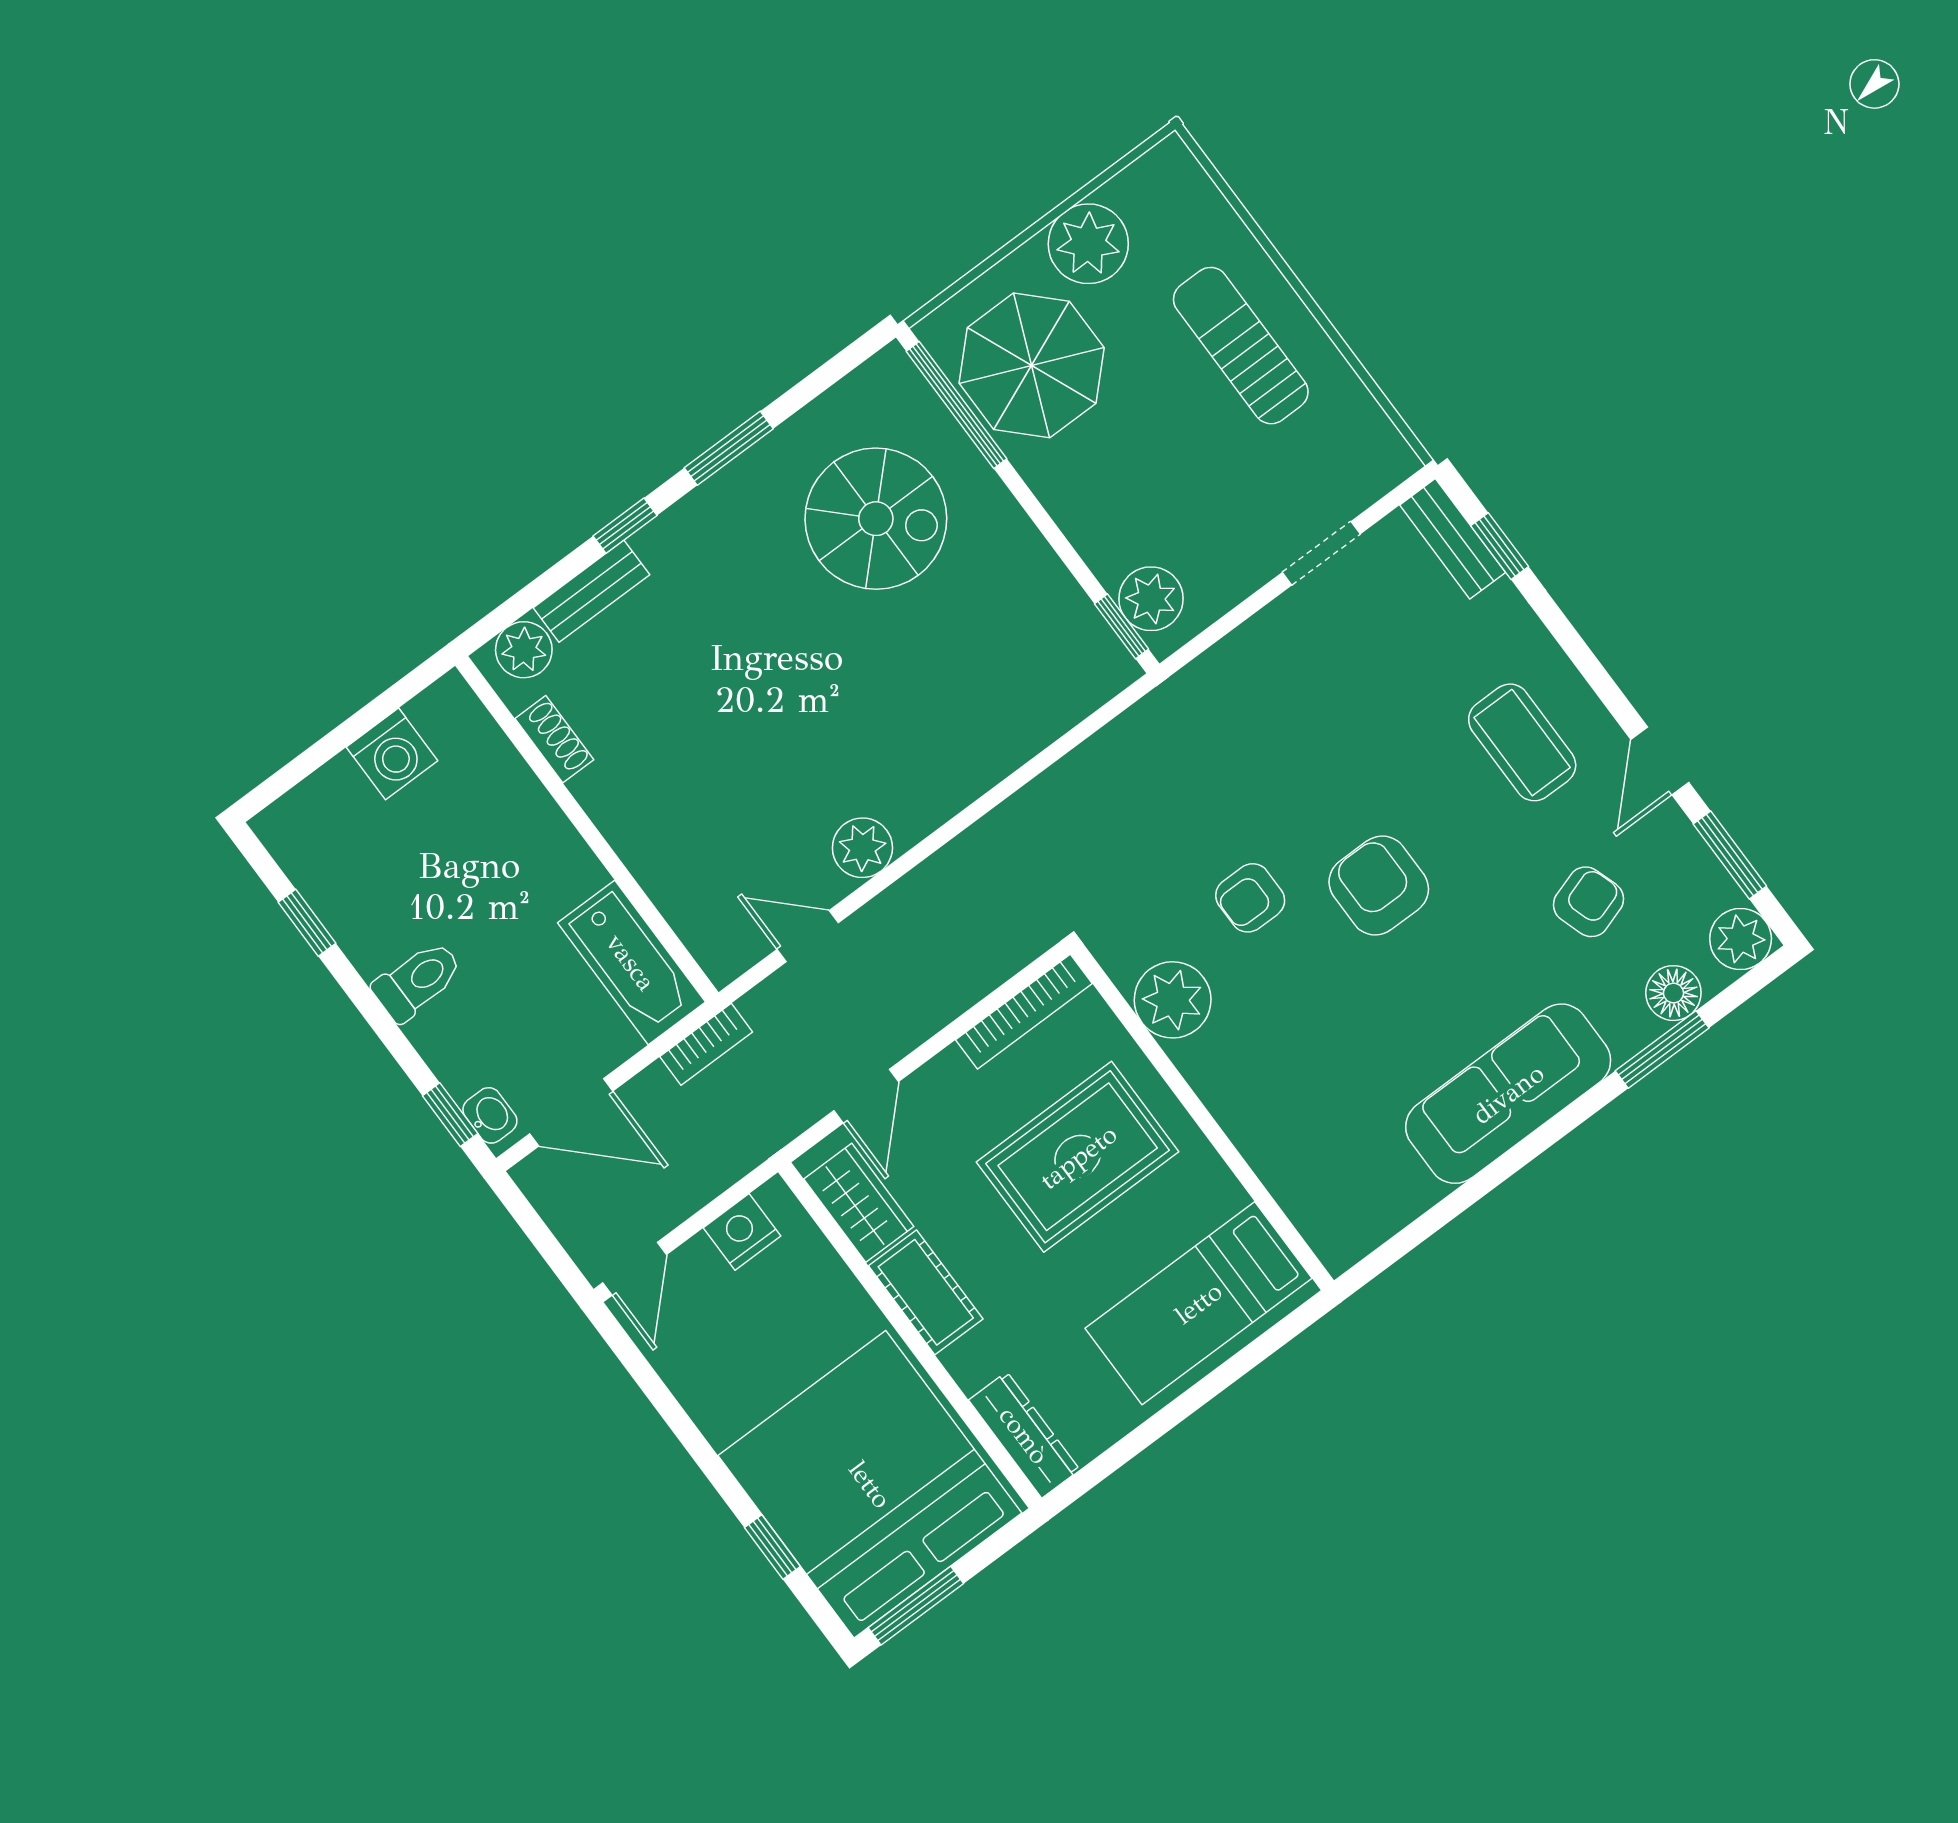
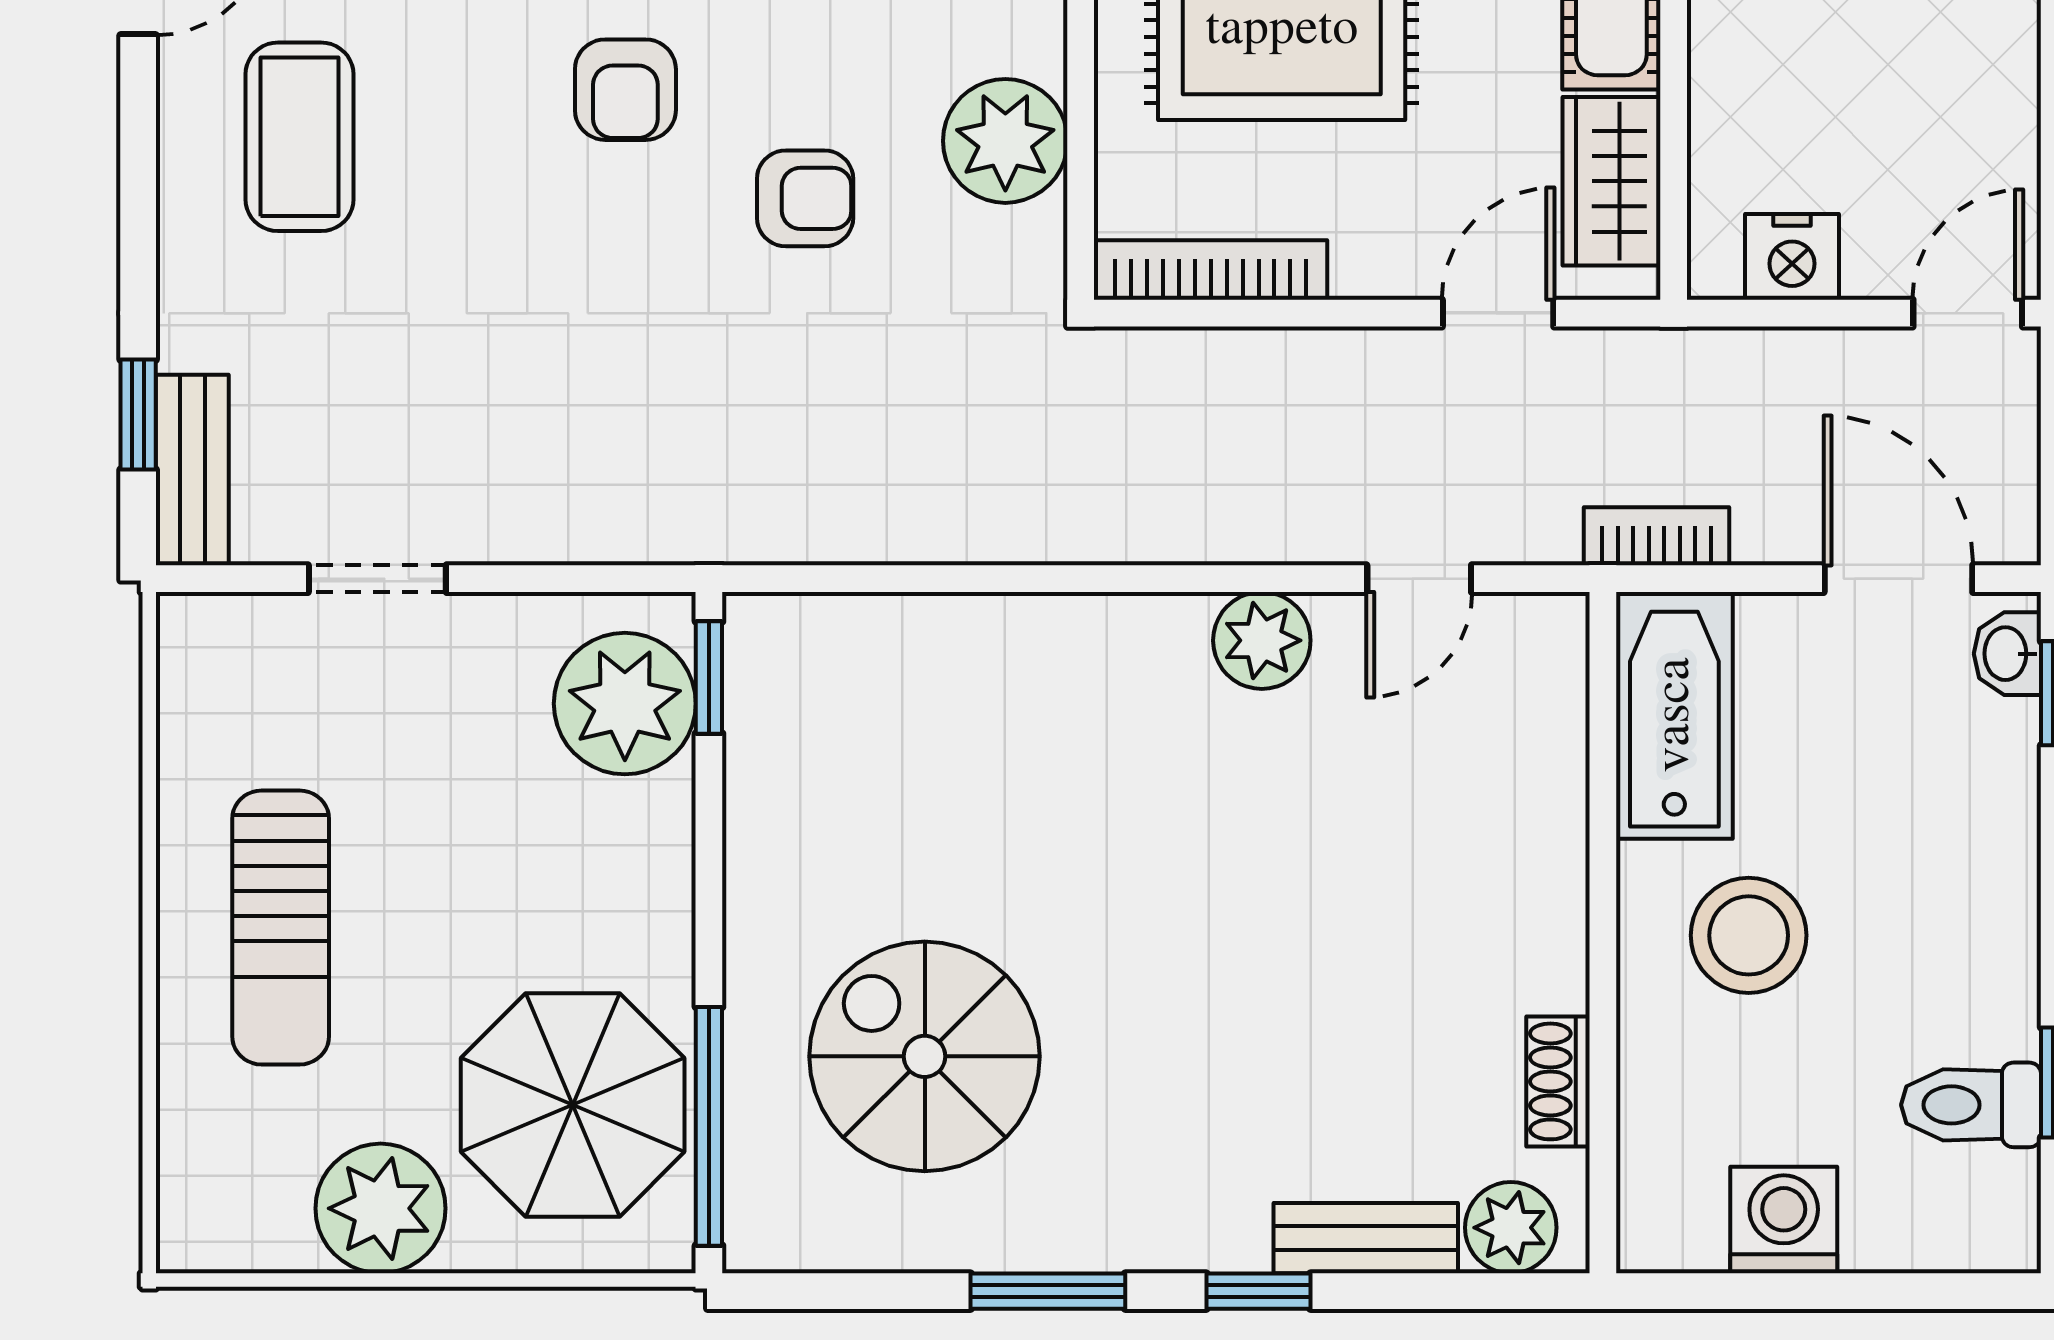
plant: (1151, 599) -> (625, 704), width x1.36, depth x1.36
stool: (514, 881) -> (1749, 935), added
armchair: (1379, 885) -> (625, 90), width x0.72, depth x0.72
door: (808, 936) -> (1419, 579), hinge flipped
toilet: (418, 981) -> (1971, 1105), moved

